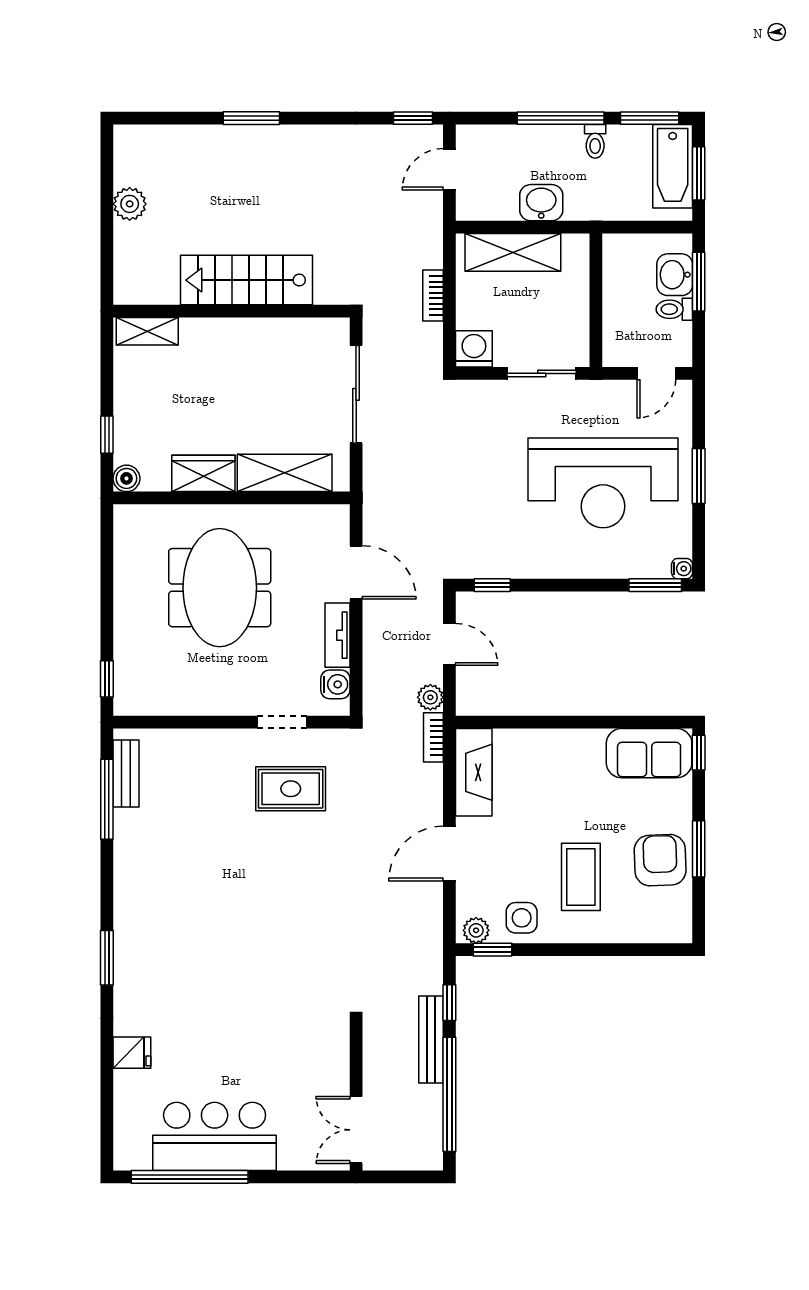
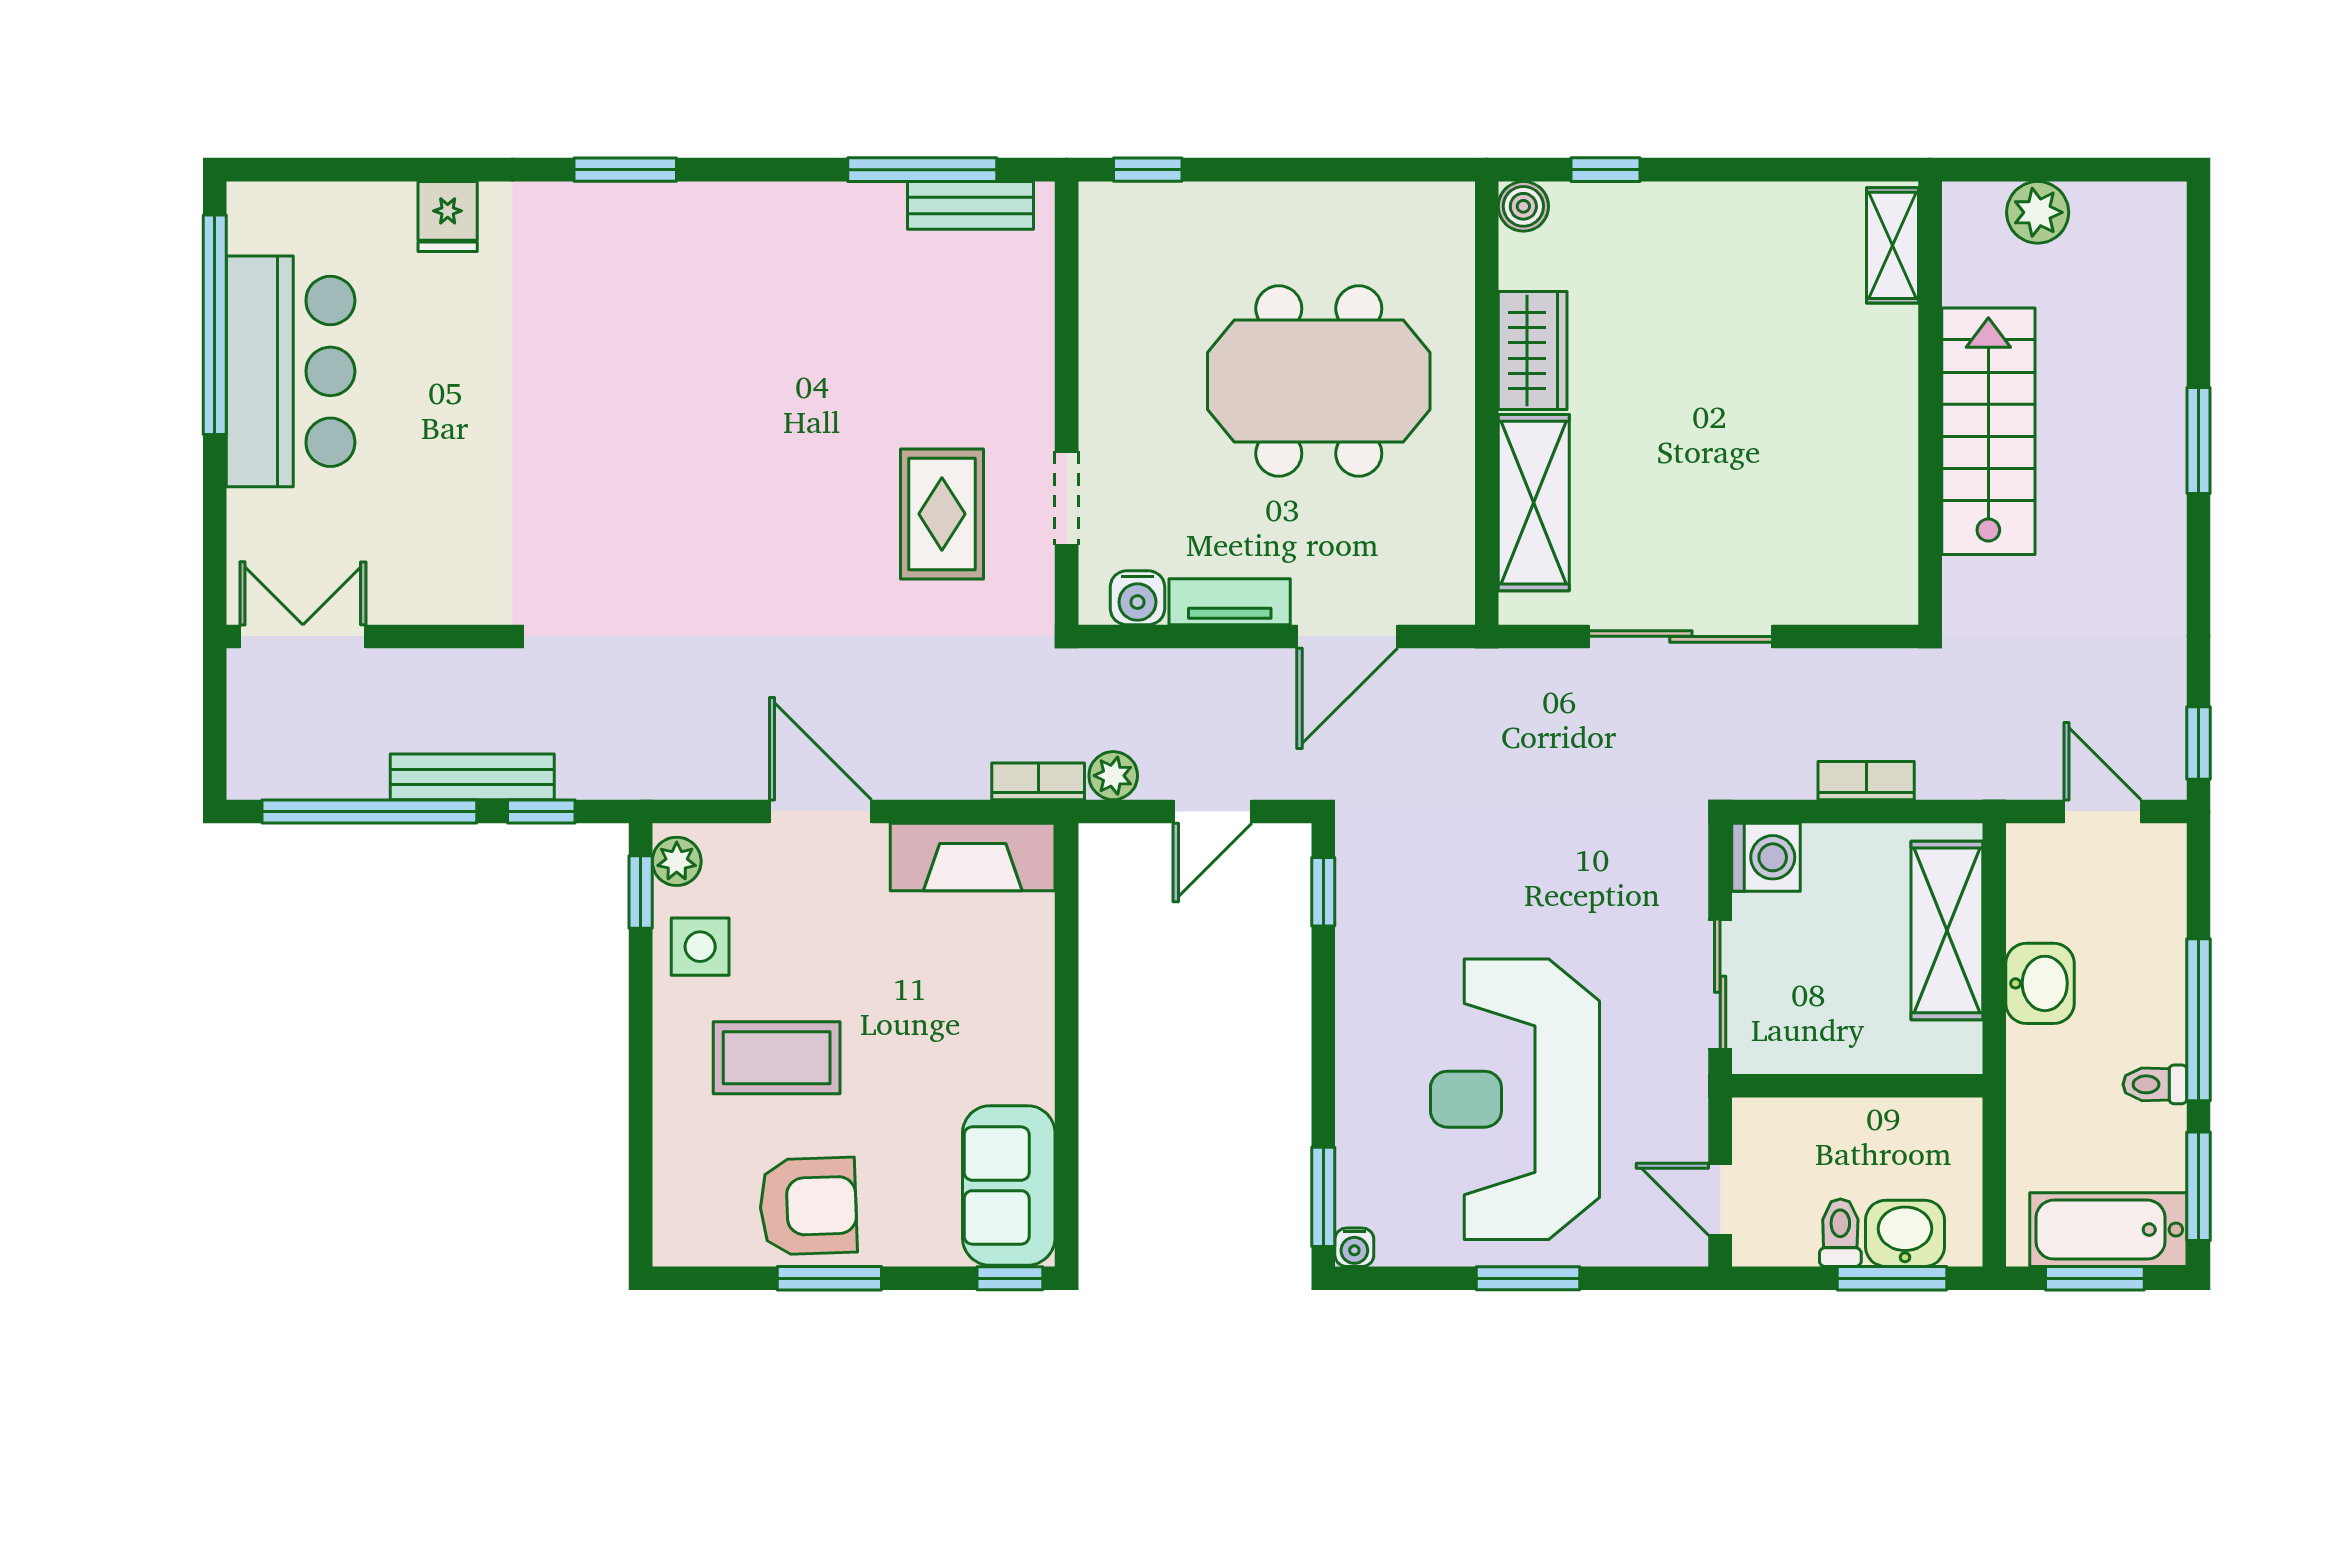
stairs: (247, 280) -> (1988, 431), moved
wall: (231, 311) -> (1930, 403), moved
shelving: (147, 331) -> (1893, 245), moved

